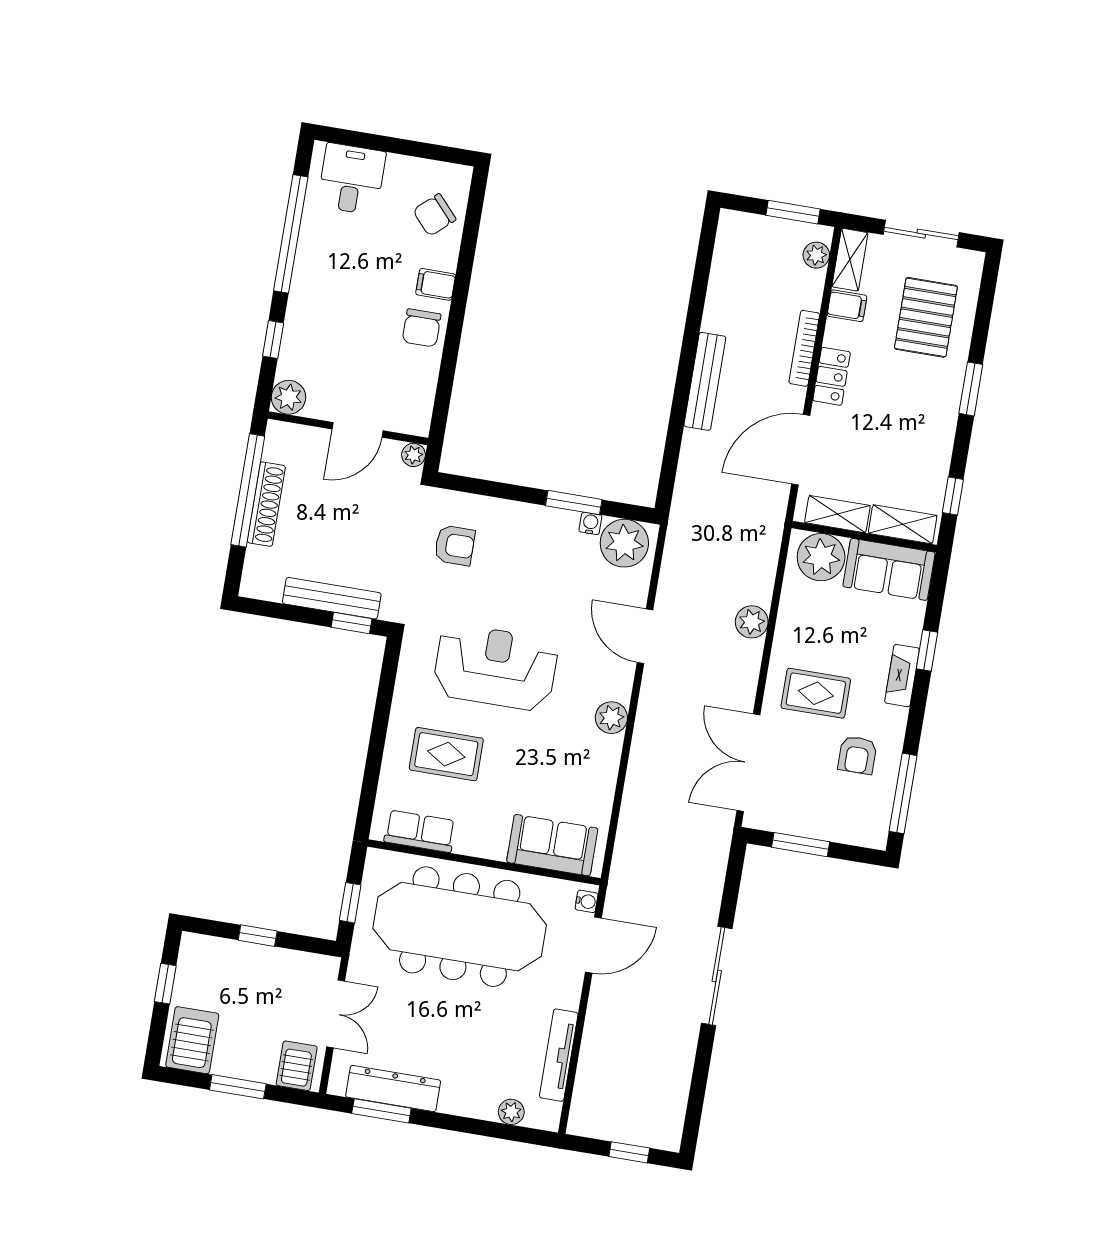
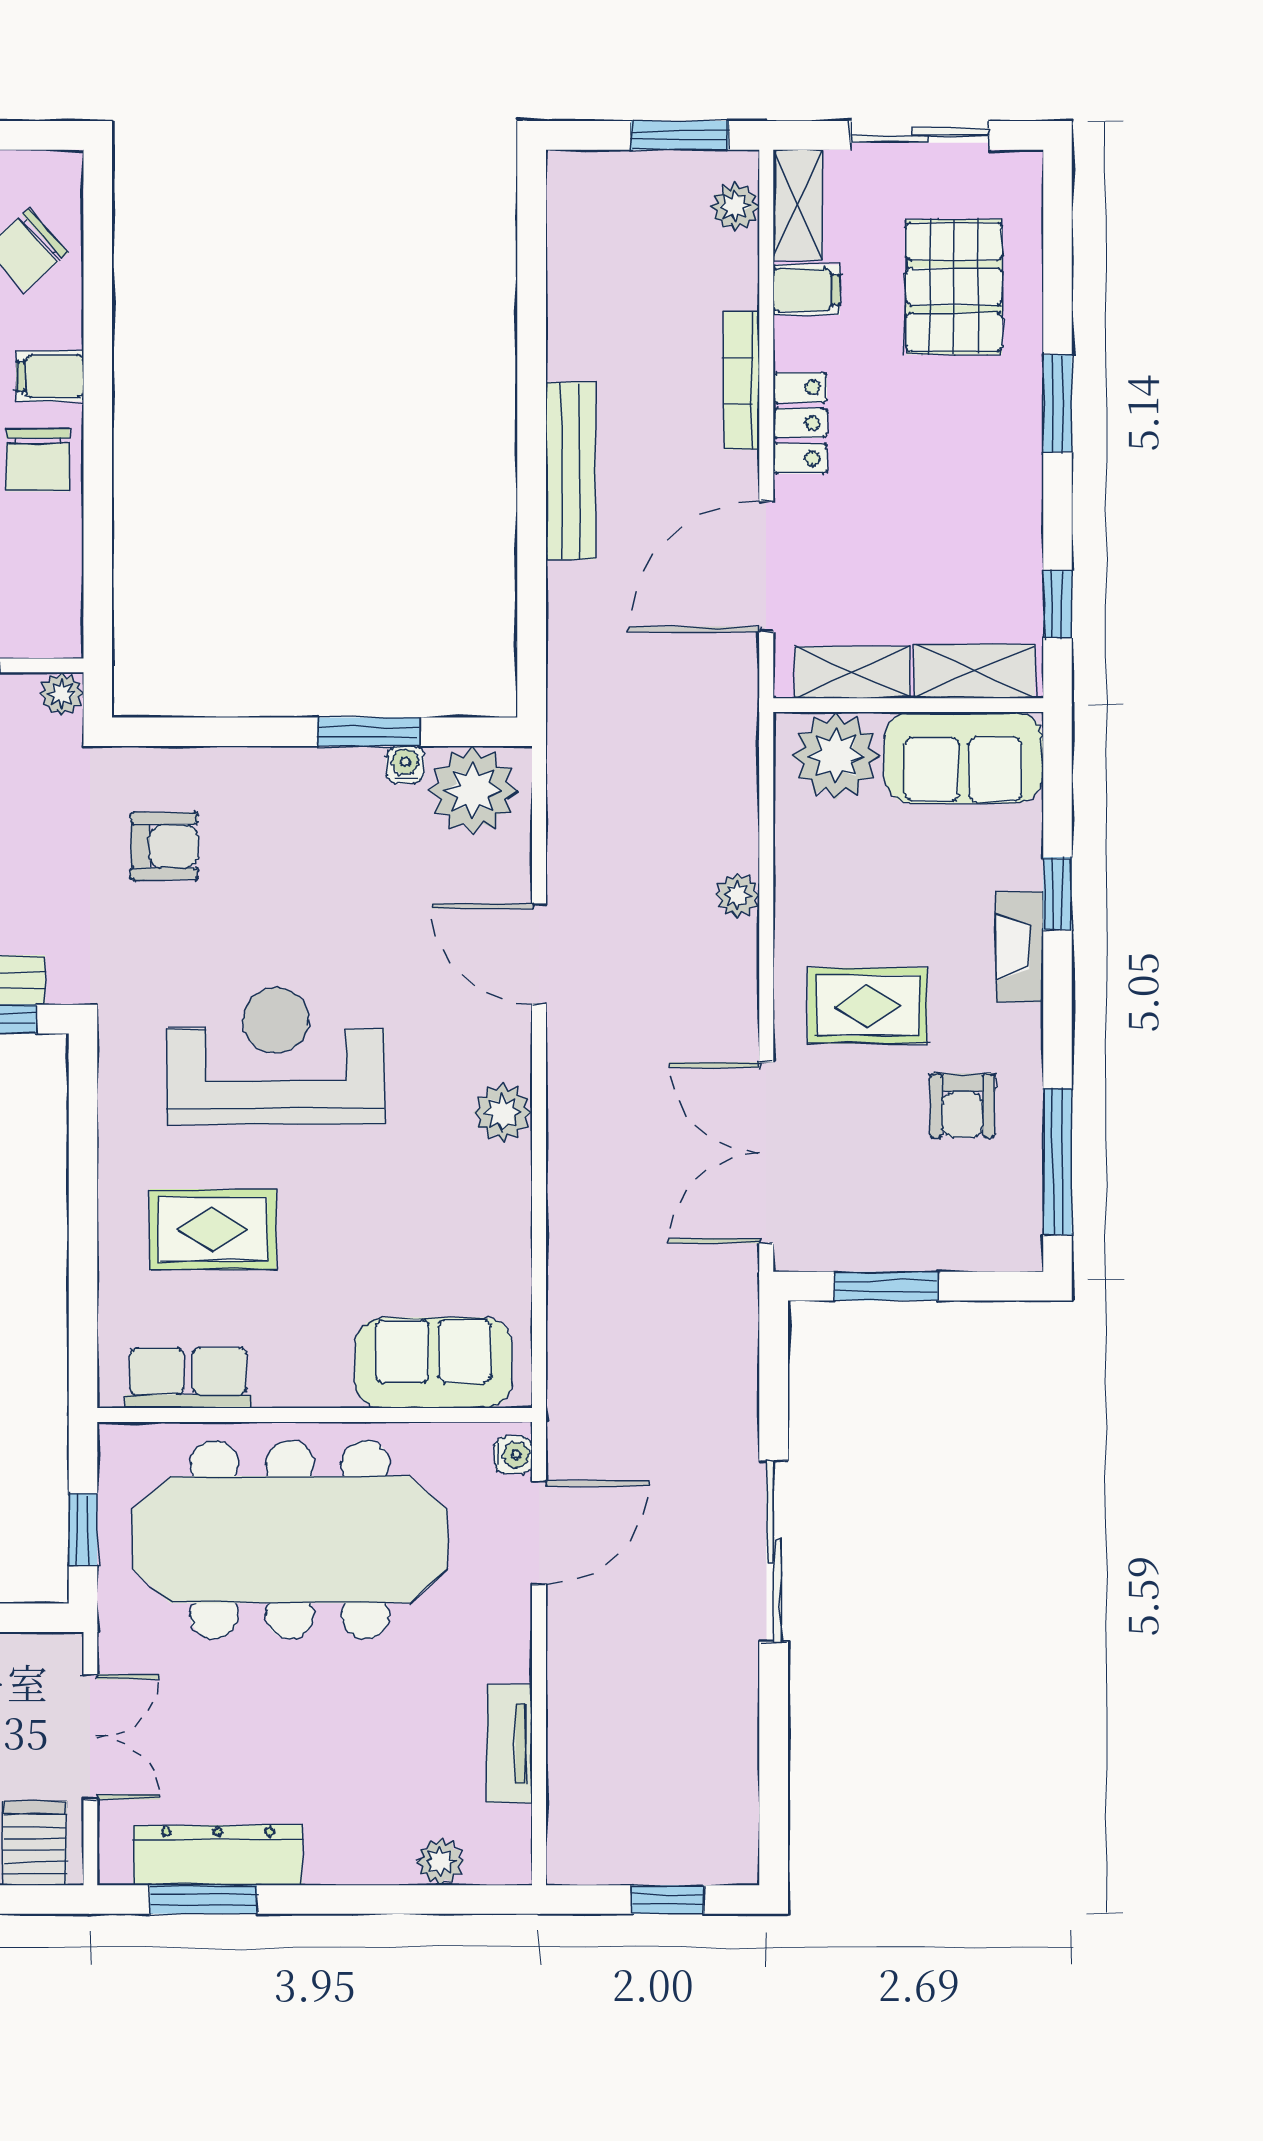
plant: (752, 622) -> (738, 895), width x0.73, depth x0.73
tv unit: (559, 1055) -> (510, 1744), width x0.71

